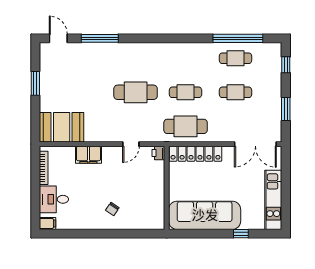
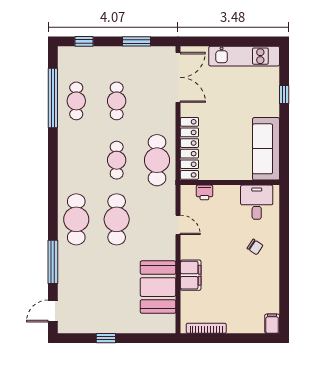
cafe table: (136, 58) -> (76, 219), added
window: (35, 83) -> (106, 338), width x0.67
booth: (62, 127) -> (158, 287), moved
printer: (158, 153) -> (204, 192), moved
desk: (54, 199) -> (257, 202), moved, turned 180
sofa: (205, 215) -> (266, 149), width x0.74, depth x0.79

